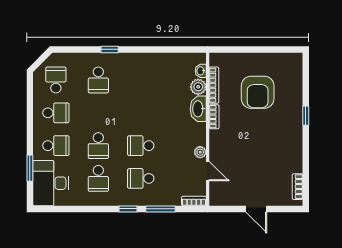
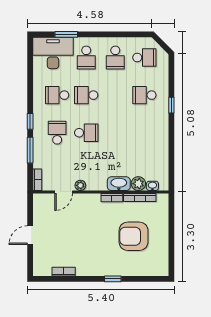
school desk: (141, 146) -> (86, 133), turned 90
bookcase: (298, 187) -> (64, 272), moved

